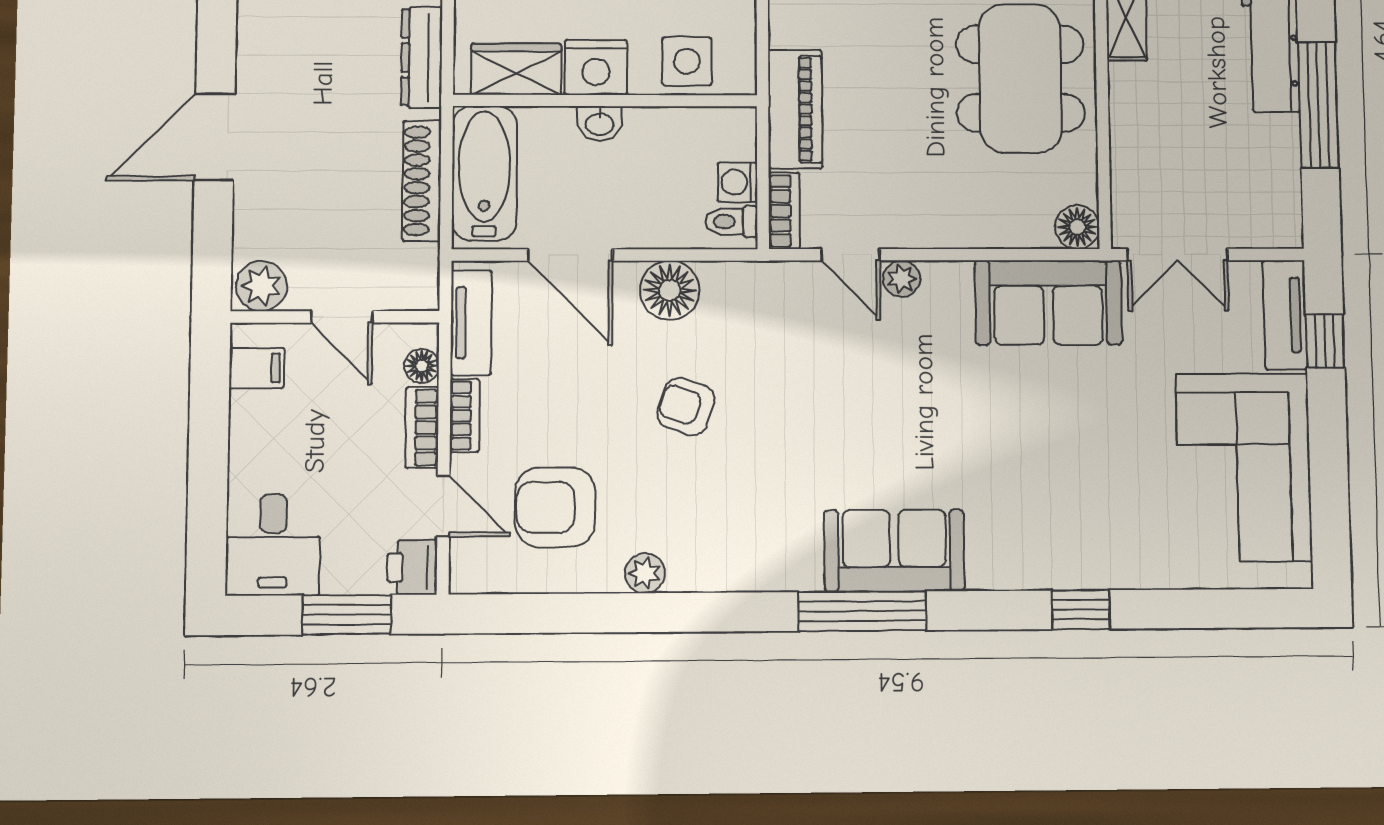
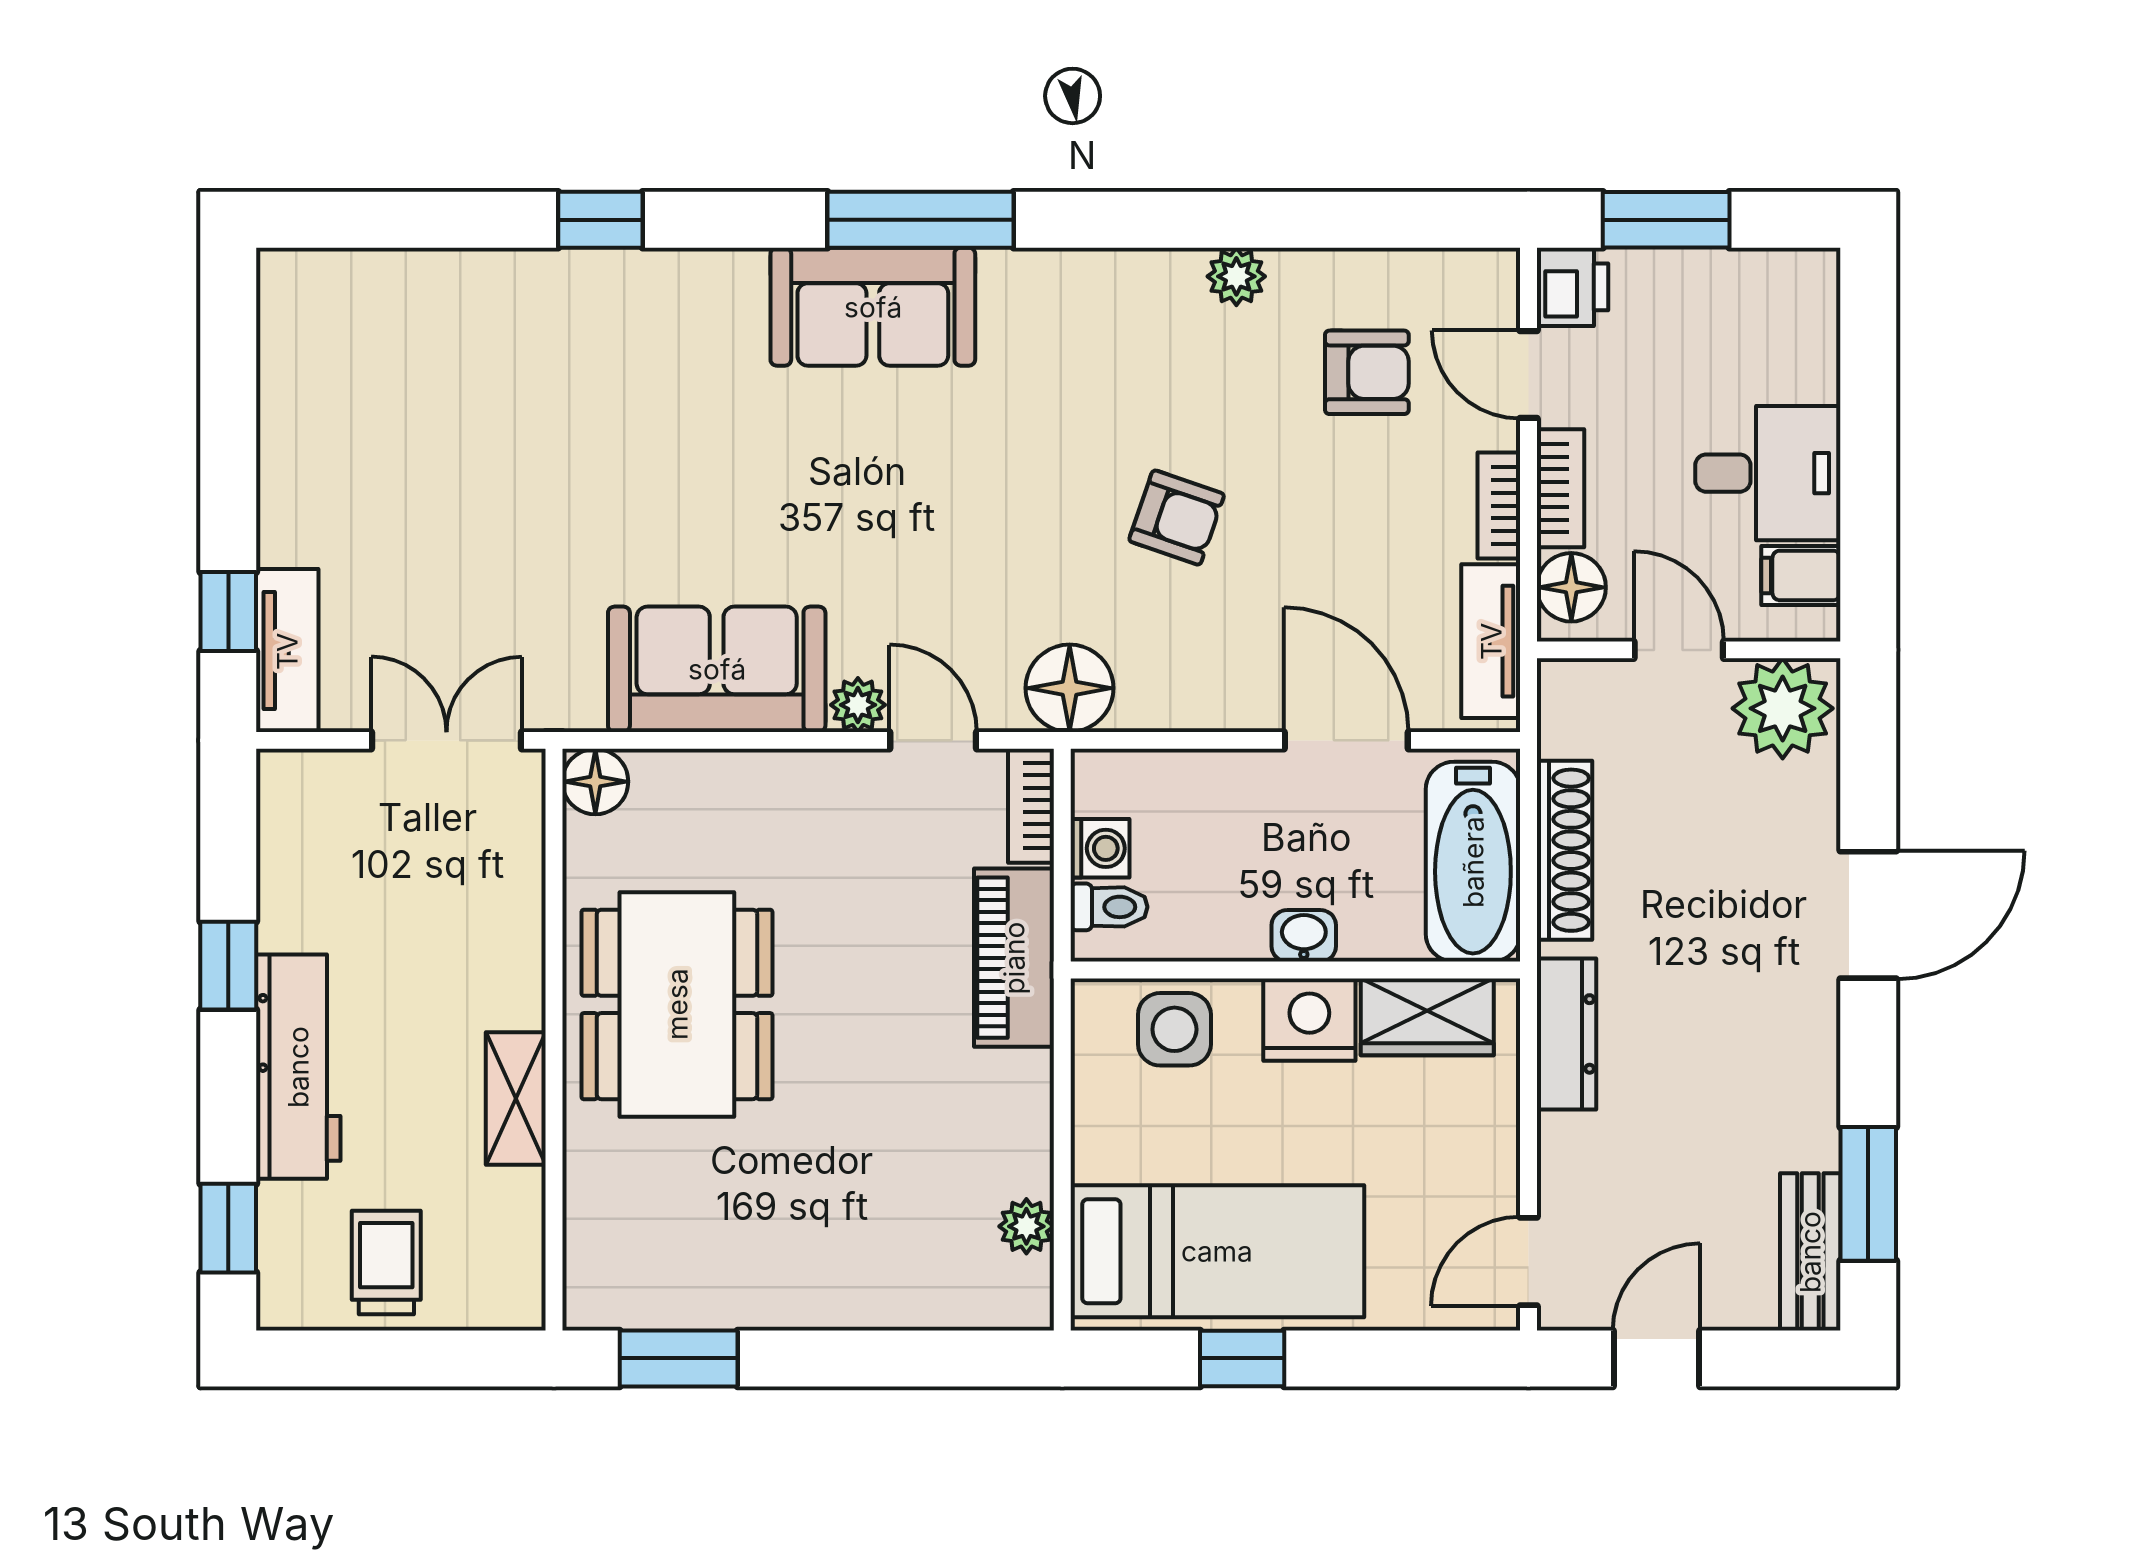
window: (1318, 105) -> (228, 966), width x0.46
toilet: (732, 222) -> (1109, 907), moved
plant: (261, 286) -> (1783, 708), width x1.36, depth x1.36
floor lamp: (670, 290) -> (1070, 688), moved
sofa: (1048, 303) -> (717, 669), moved
floor lamp: (422, 366) -> (1571, 587), width x1.37, depth x1.37
corner sofa: (1244, 467) -> (355, 426), removed
armchair: (555, 507) -> (1367, 372), width x0.72, depth x0.72
desk: (273, 545) -> (1768, 473), moved, turned 90

